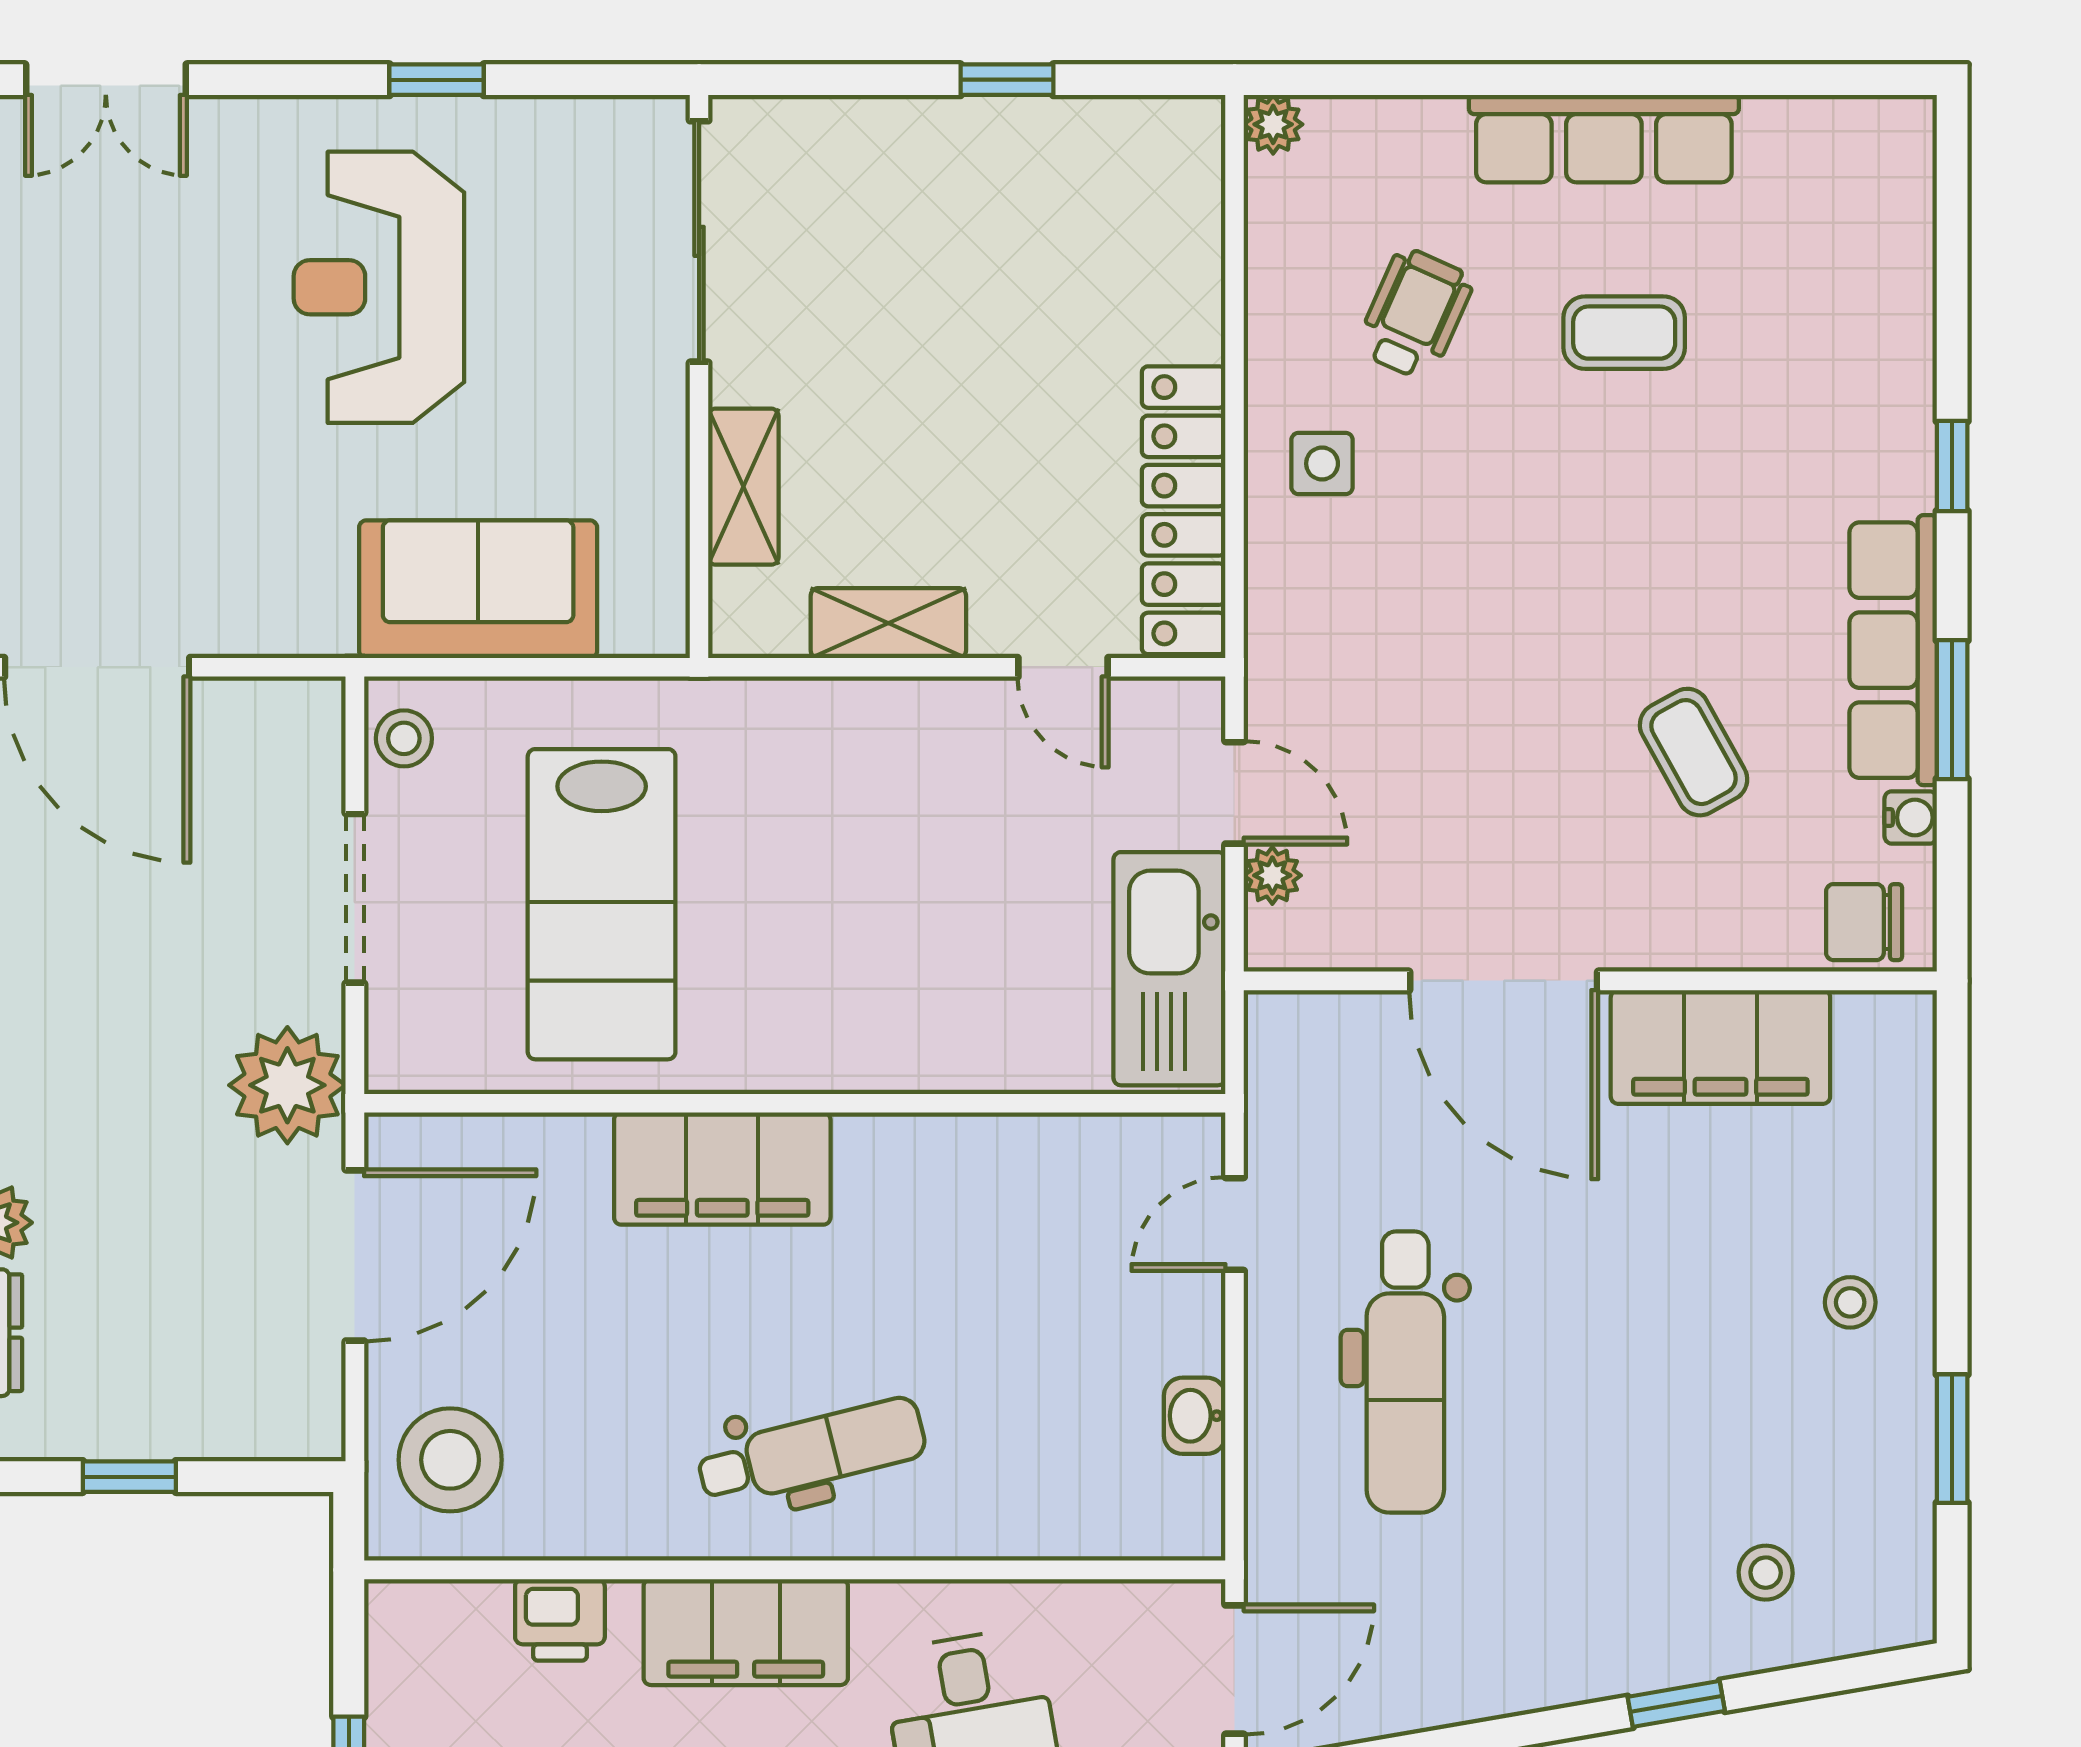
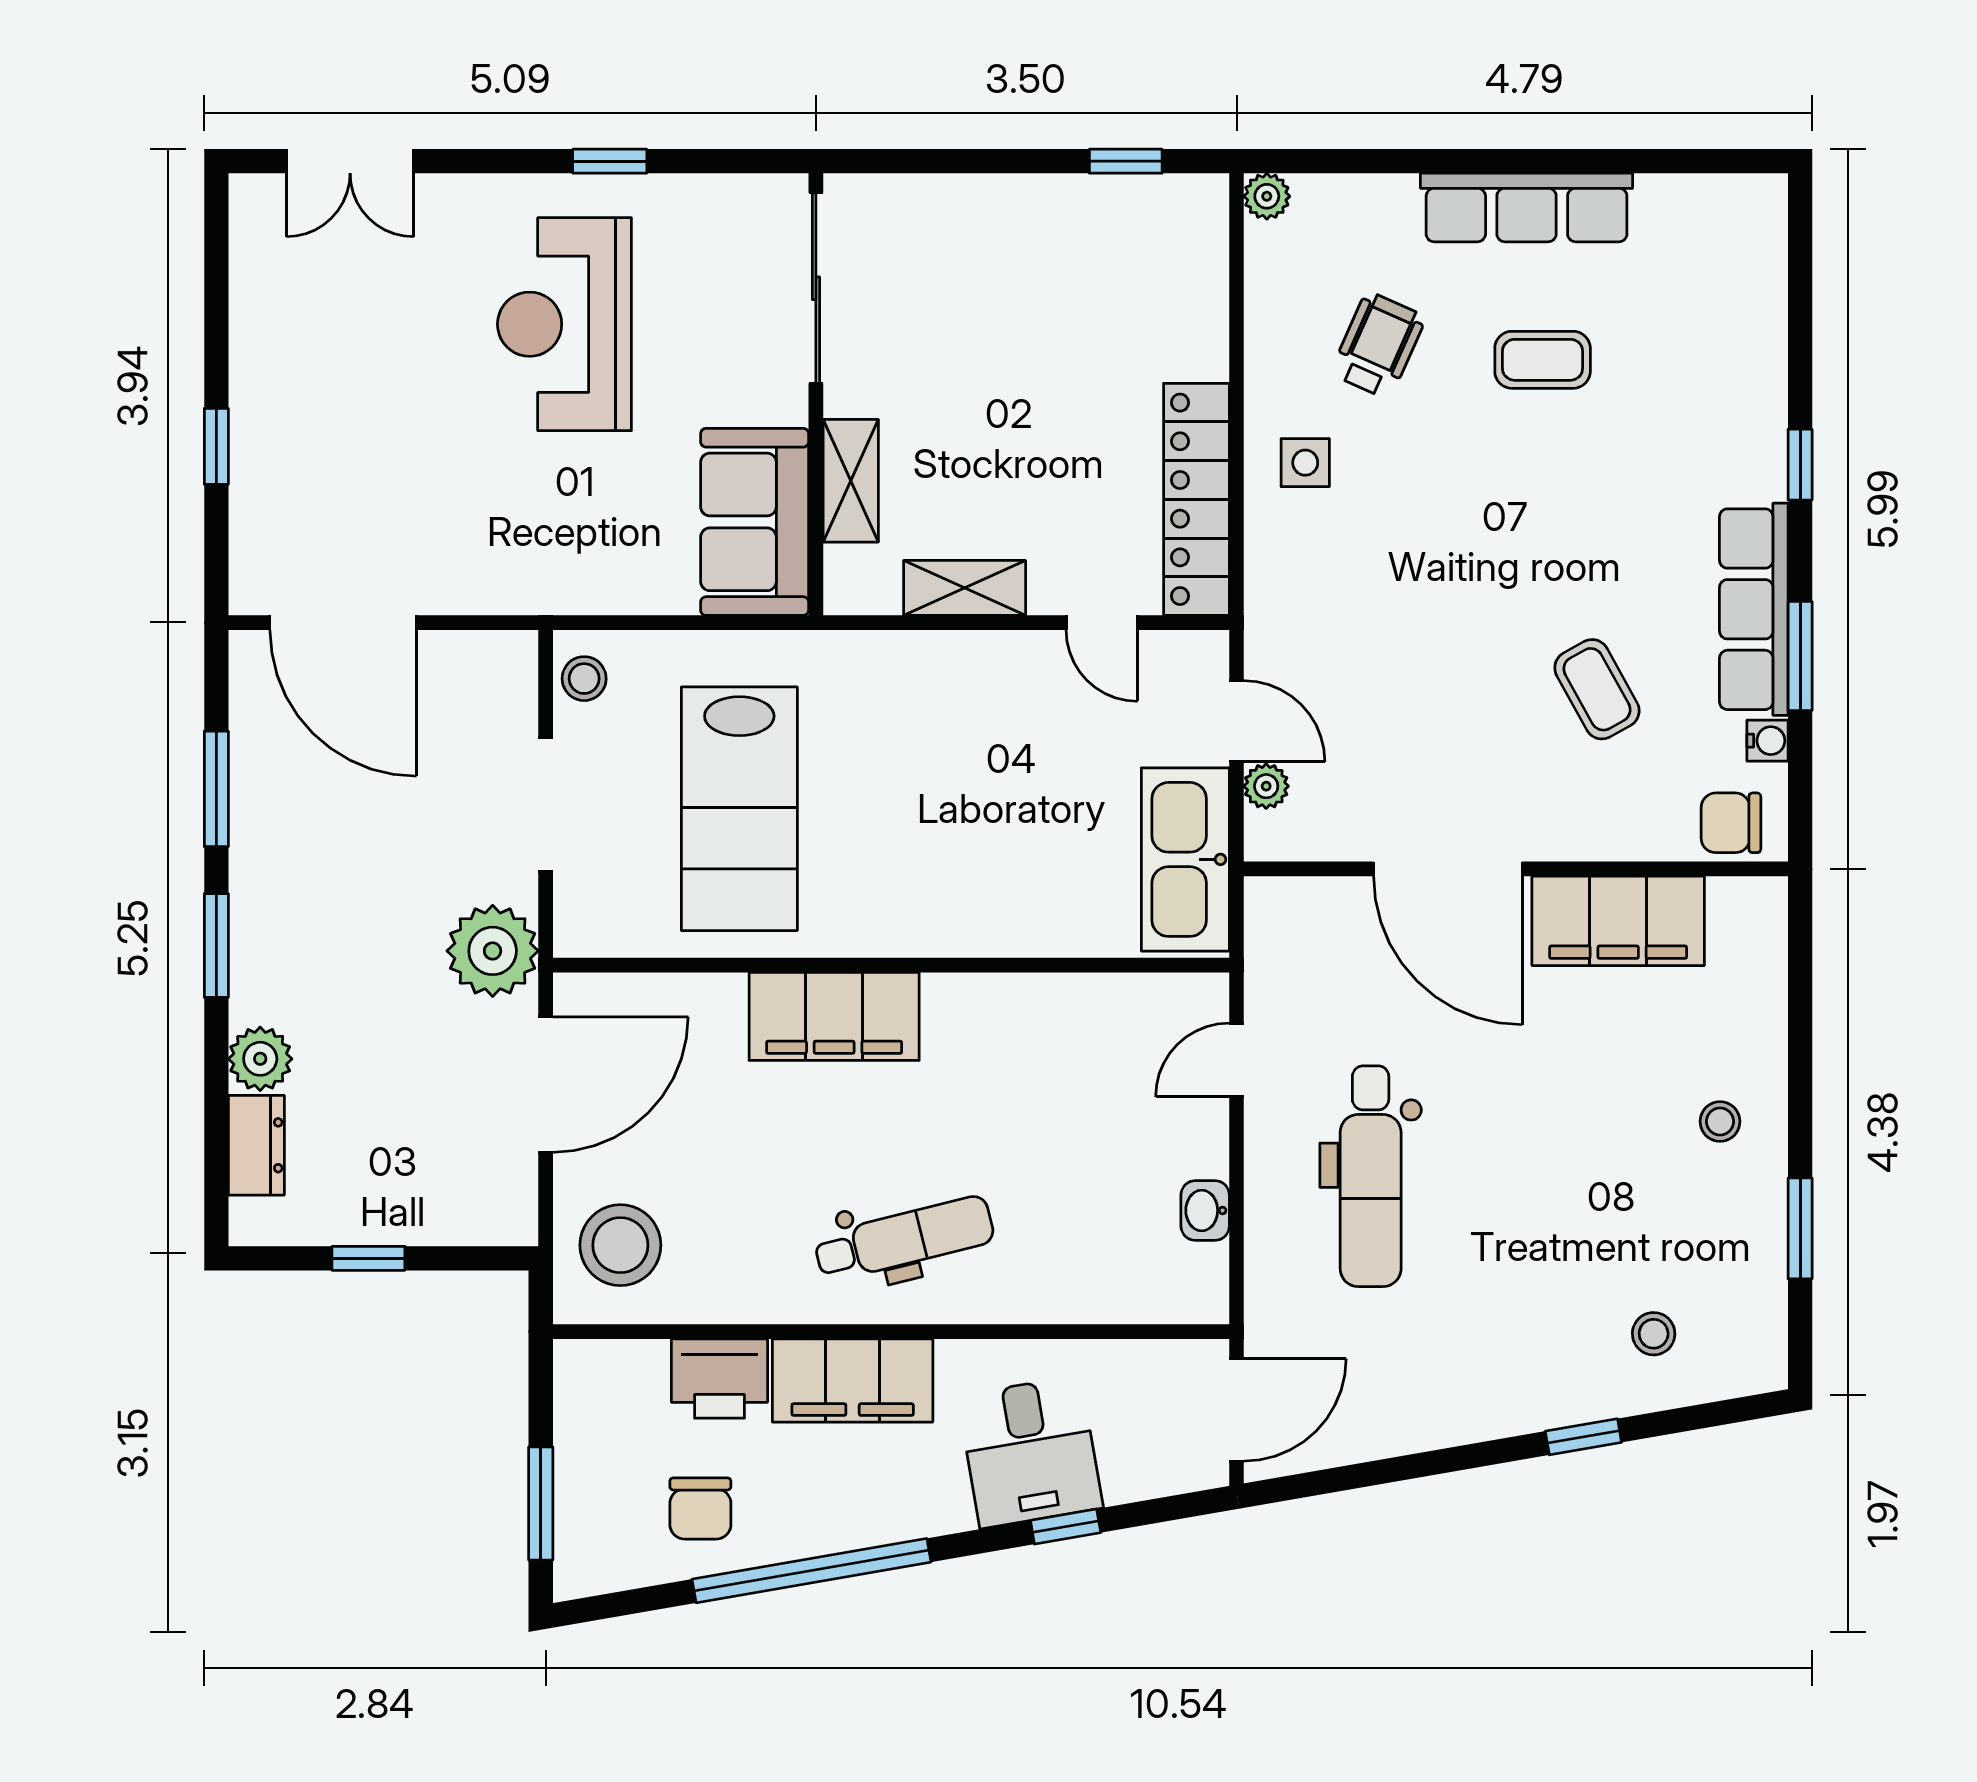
window: (1007, 80) -> (1126, 161), moved
sofa: (478, 589) -> (755, 522), moved, turned -90
printer: (560, 1620) -> (719, 1379), width x1.36, depth x1.24

